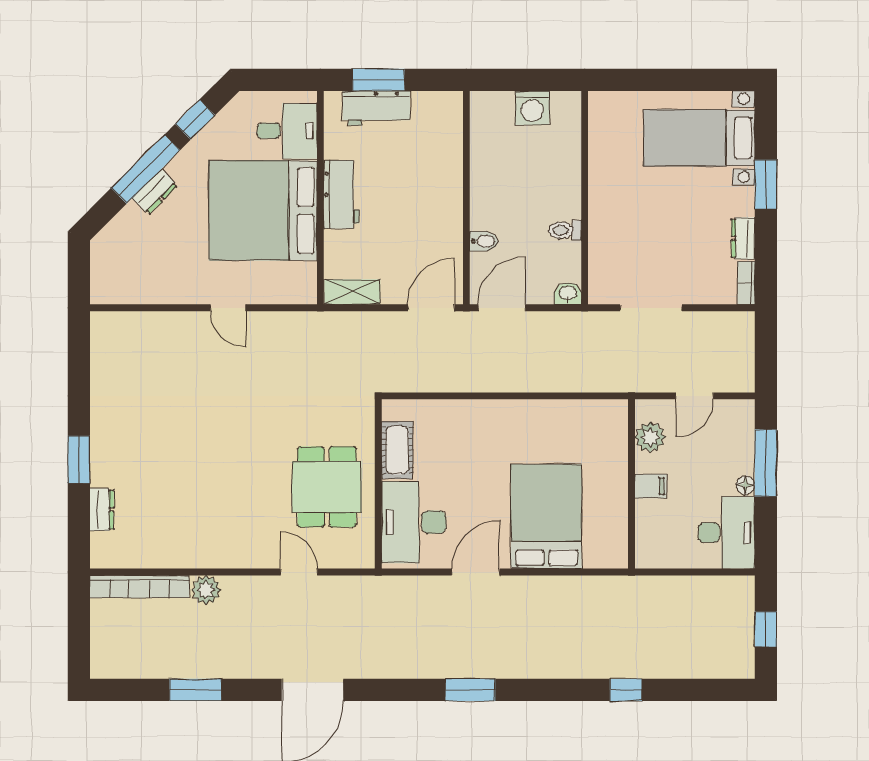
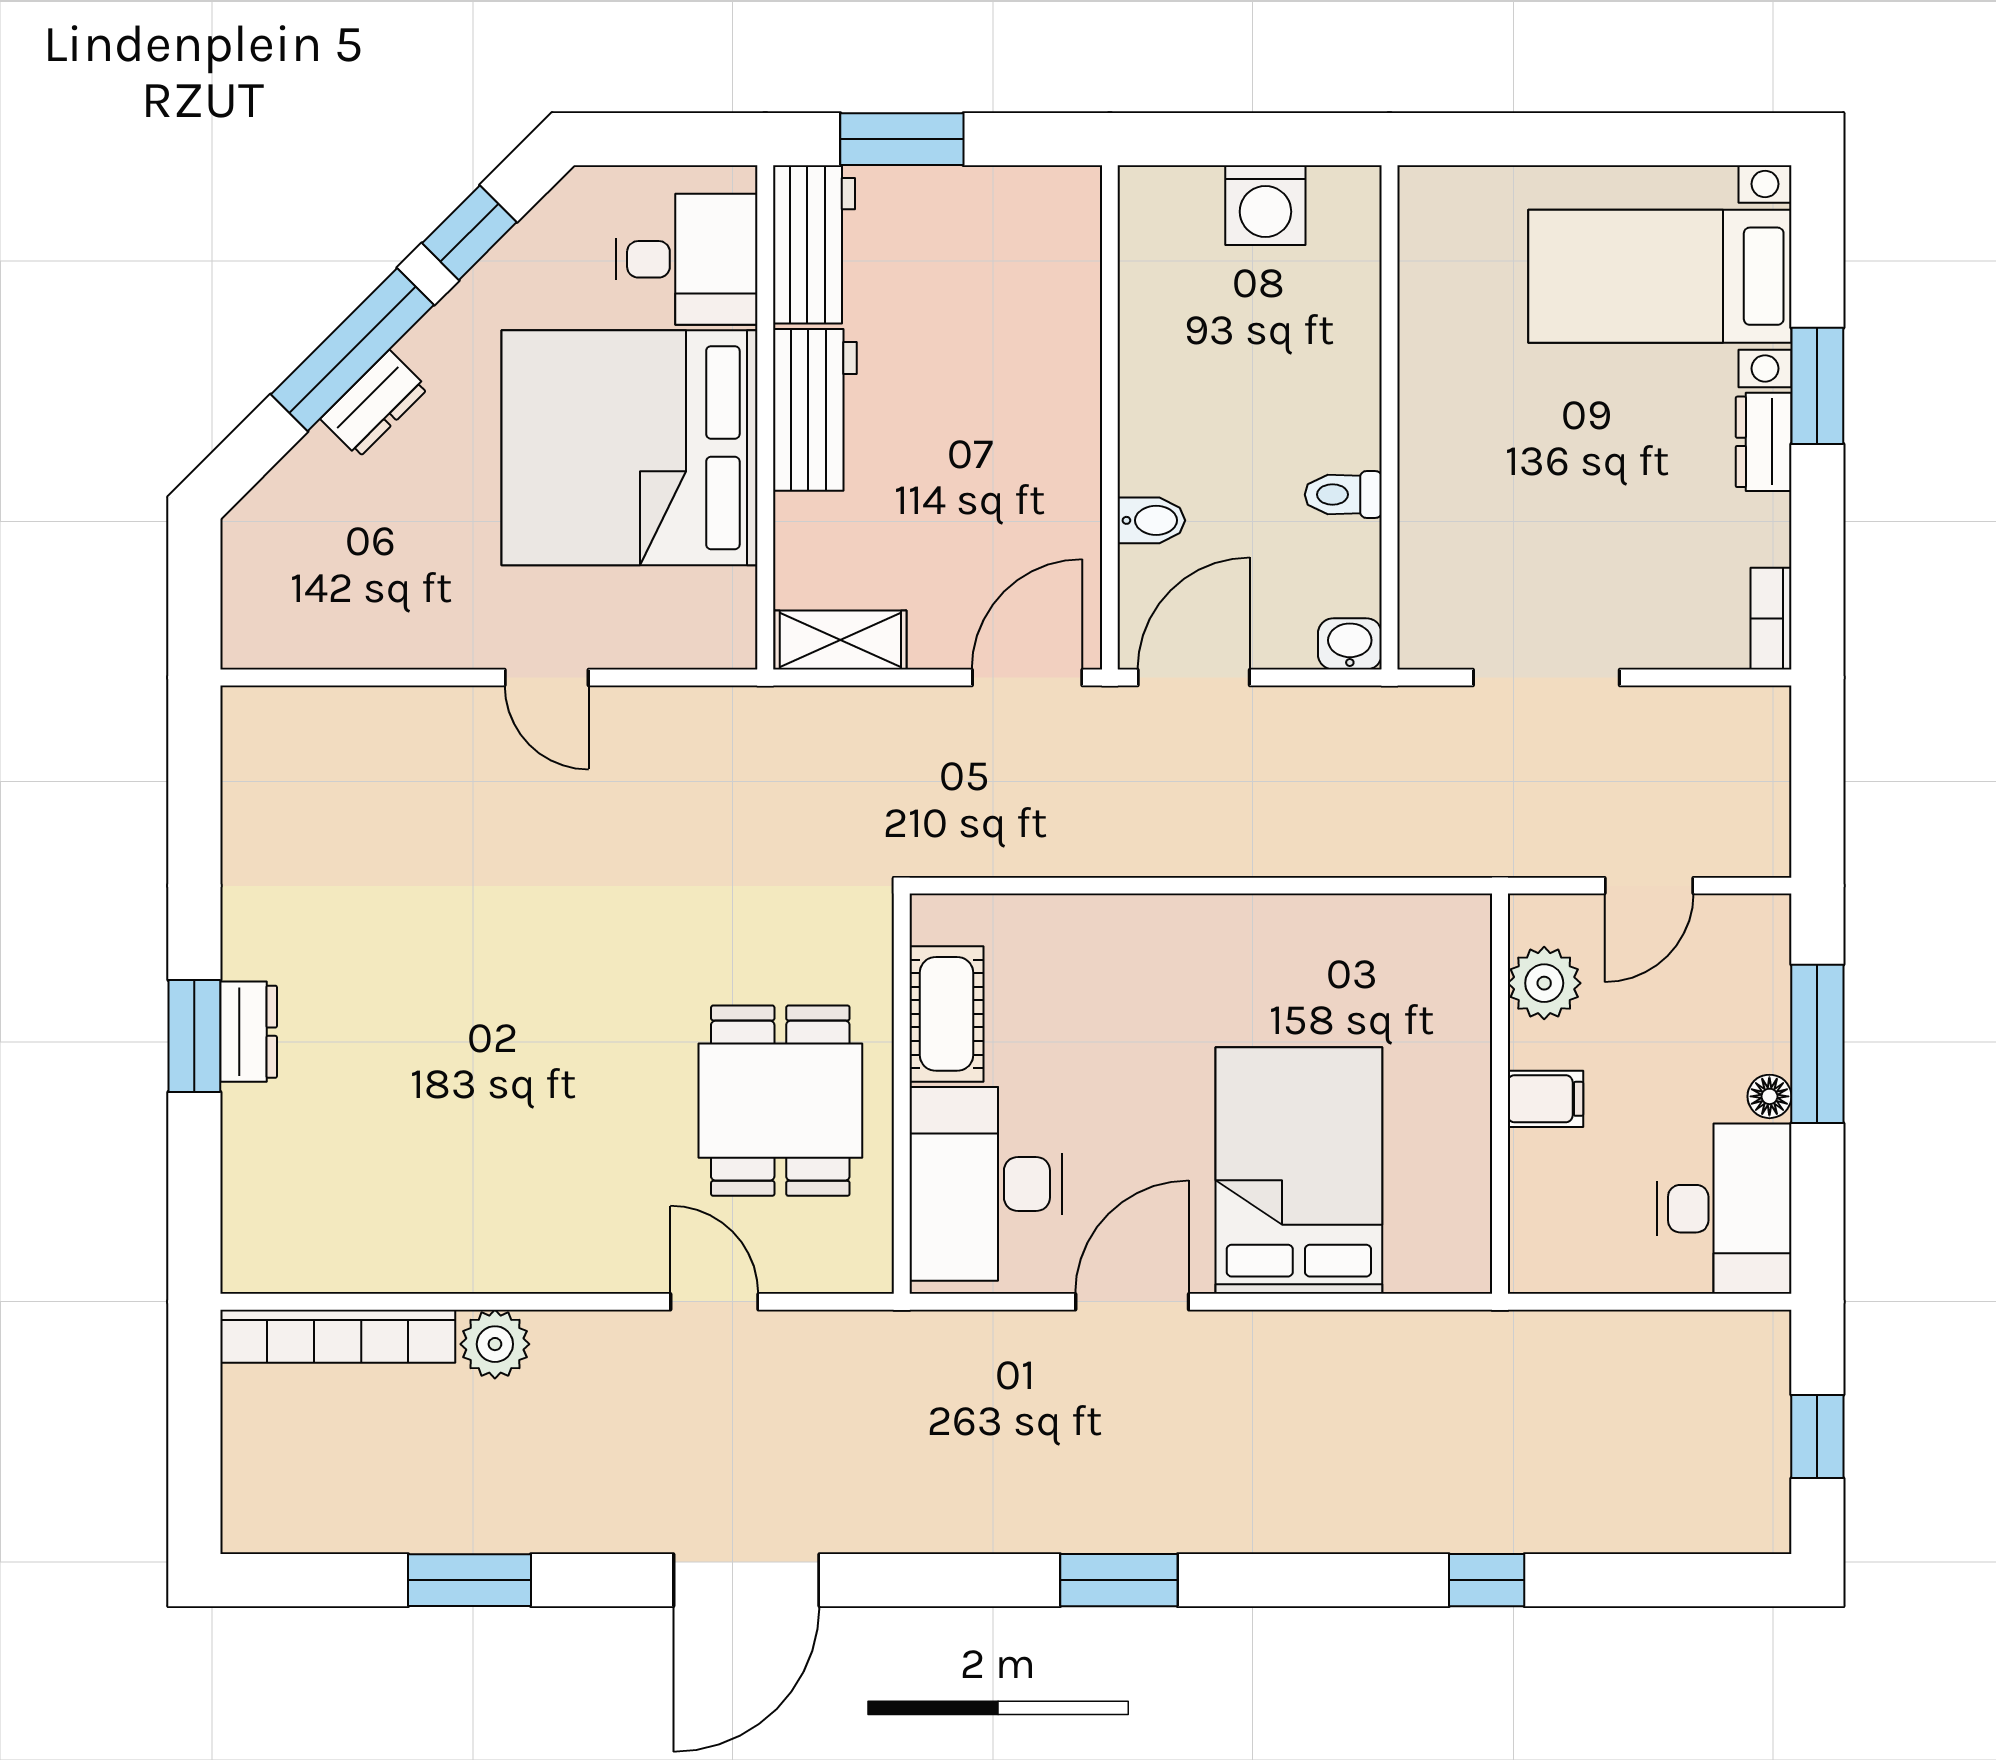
workbench: (376, 108) -> (814, 244), moved, turned -90
dresser: (743, 238) -> (1764, 442), moved
dresser: (102, 510) -> (249, 1032), moved

